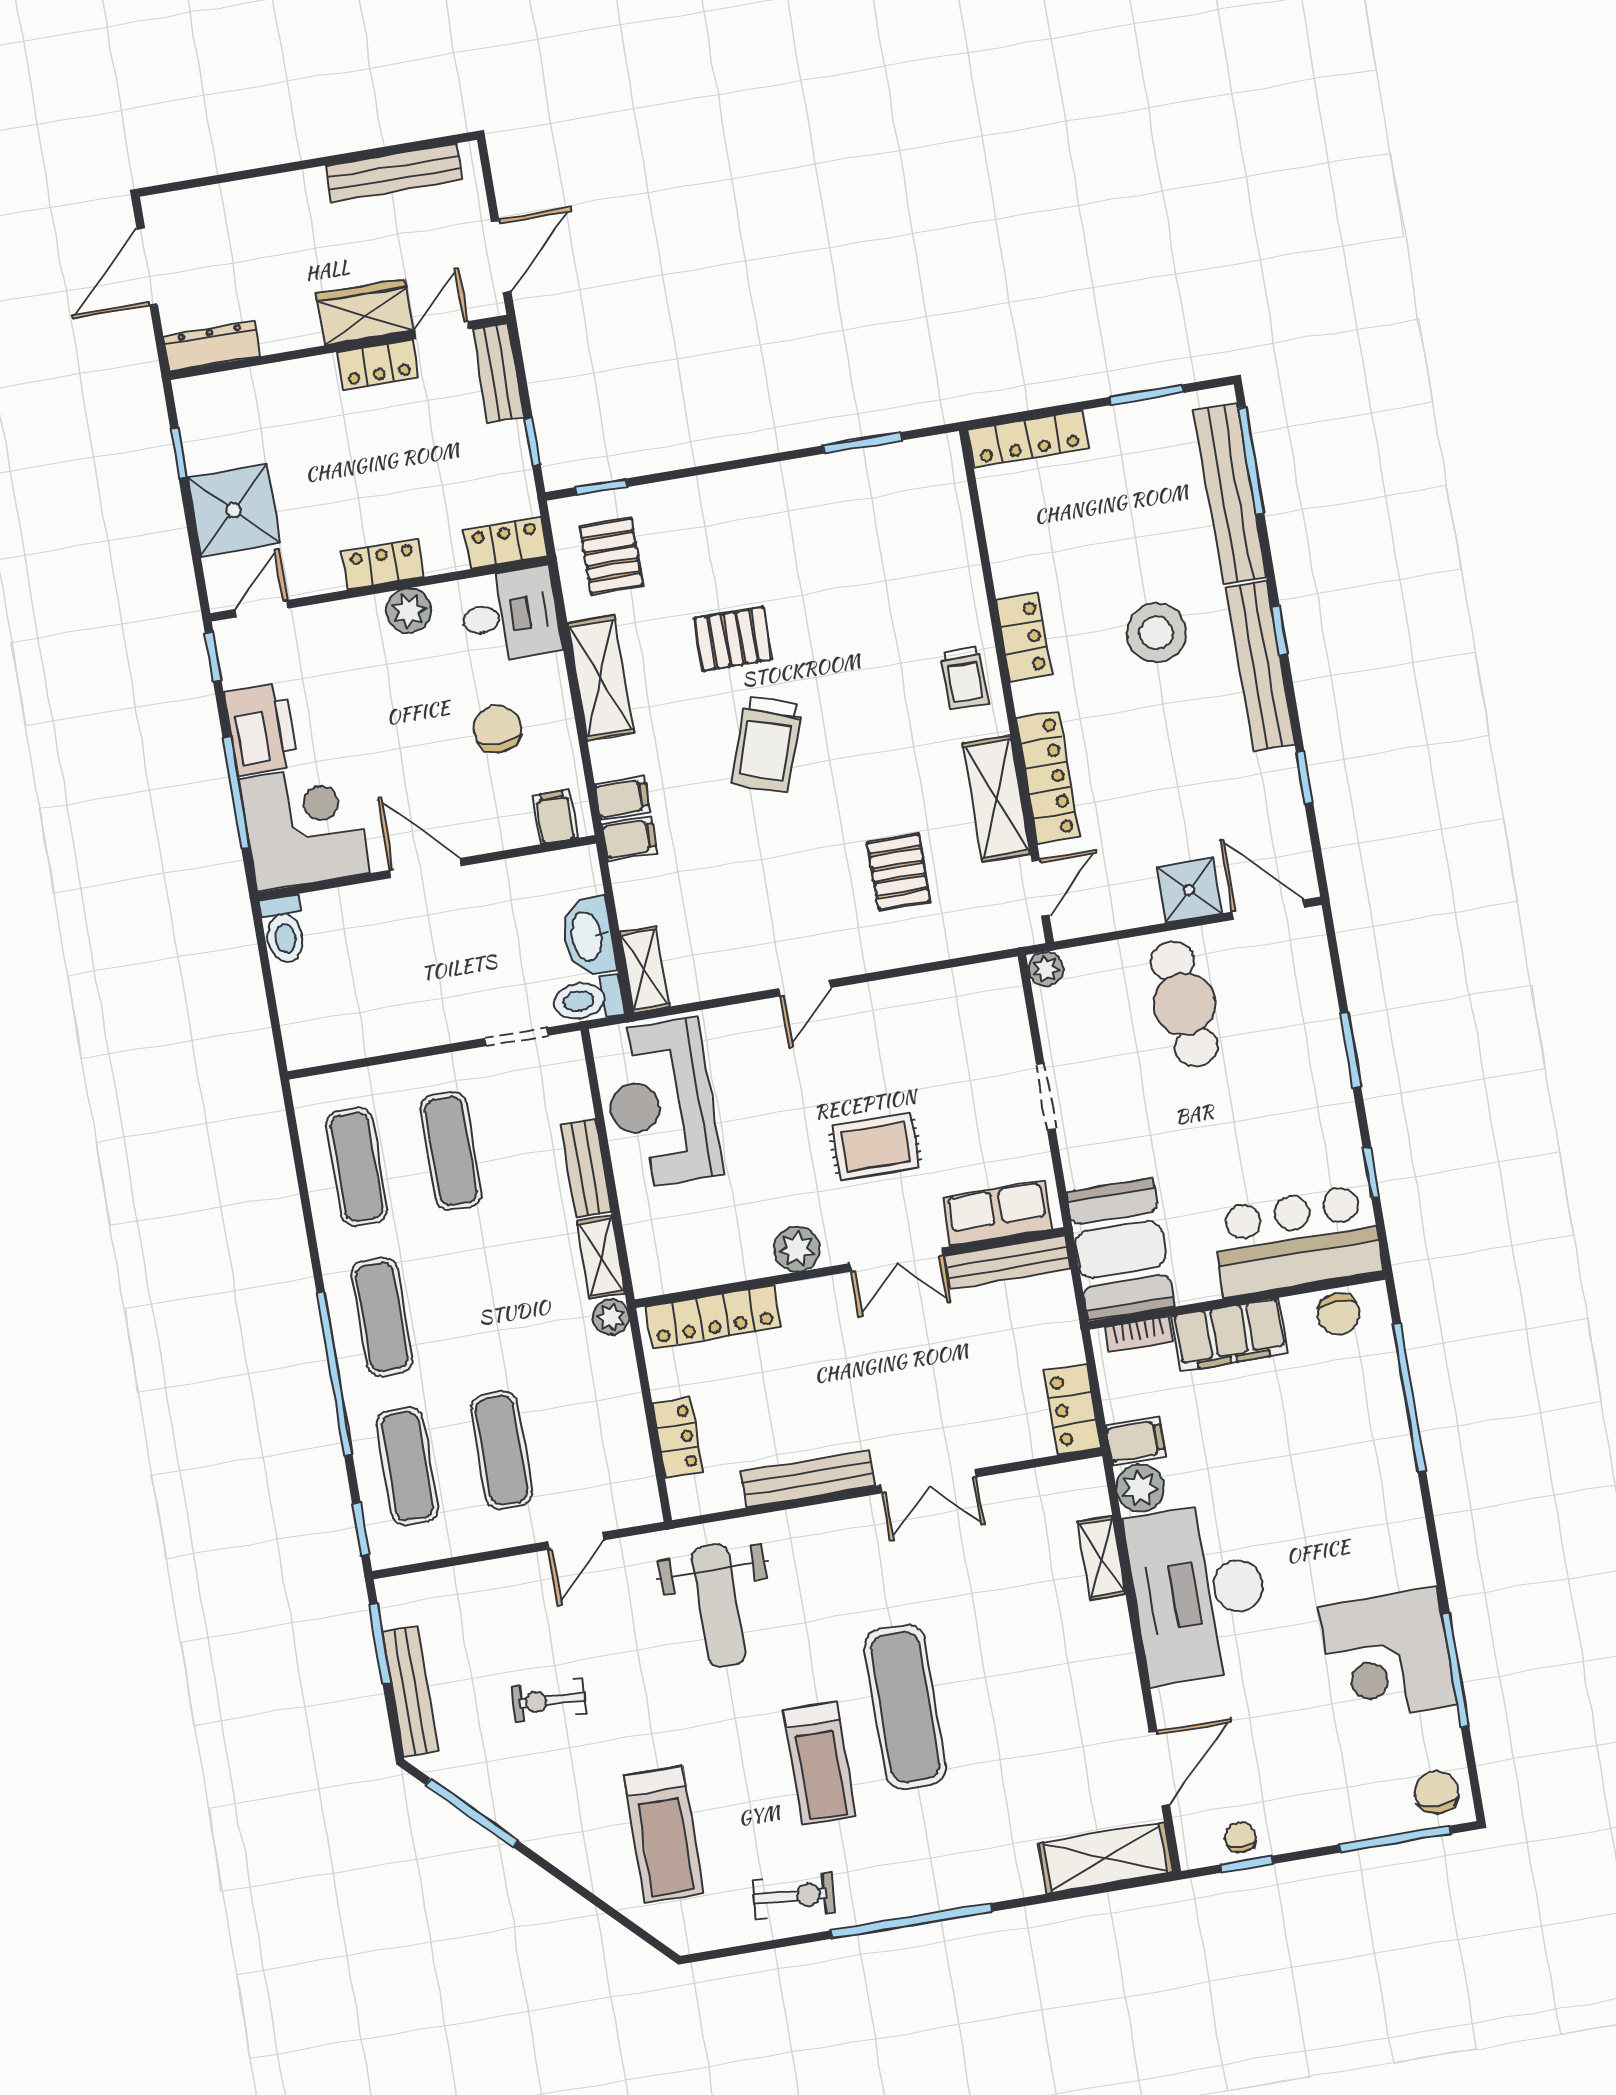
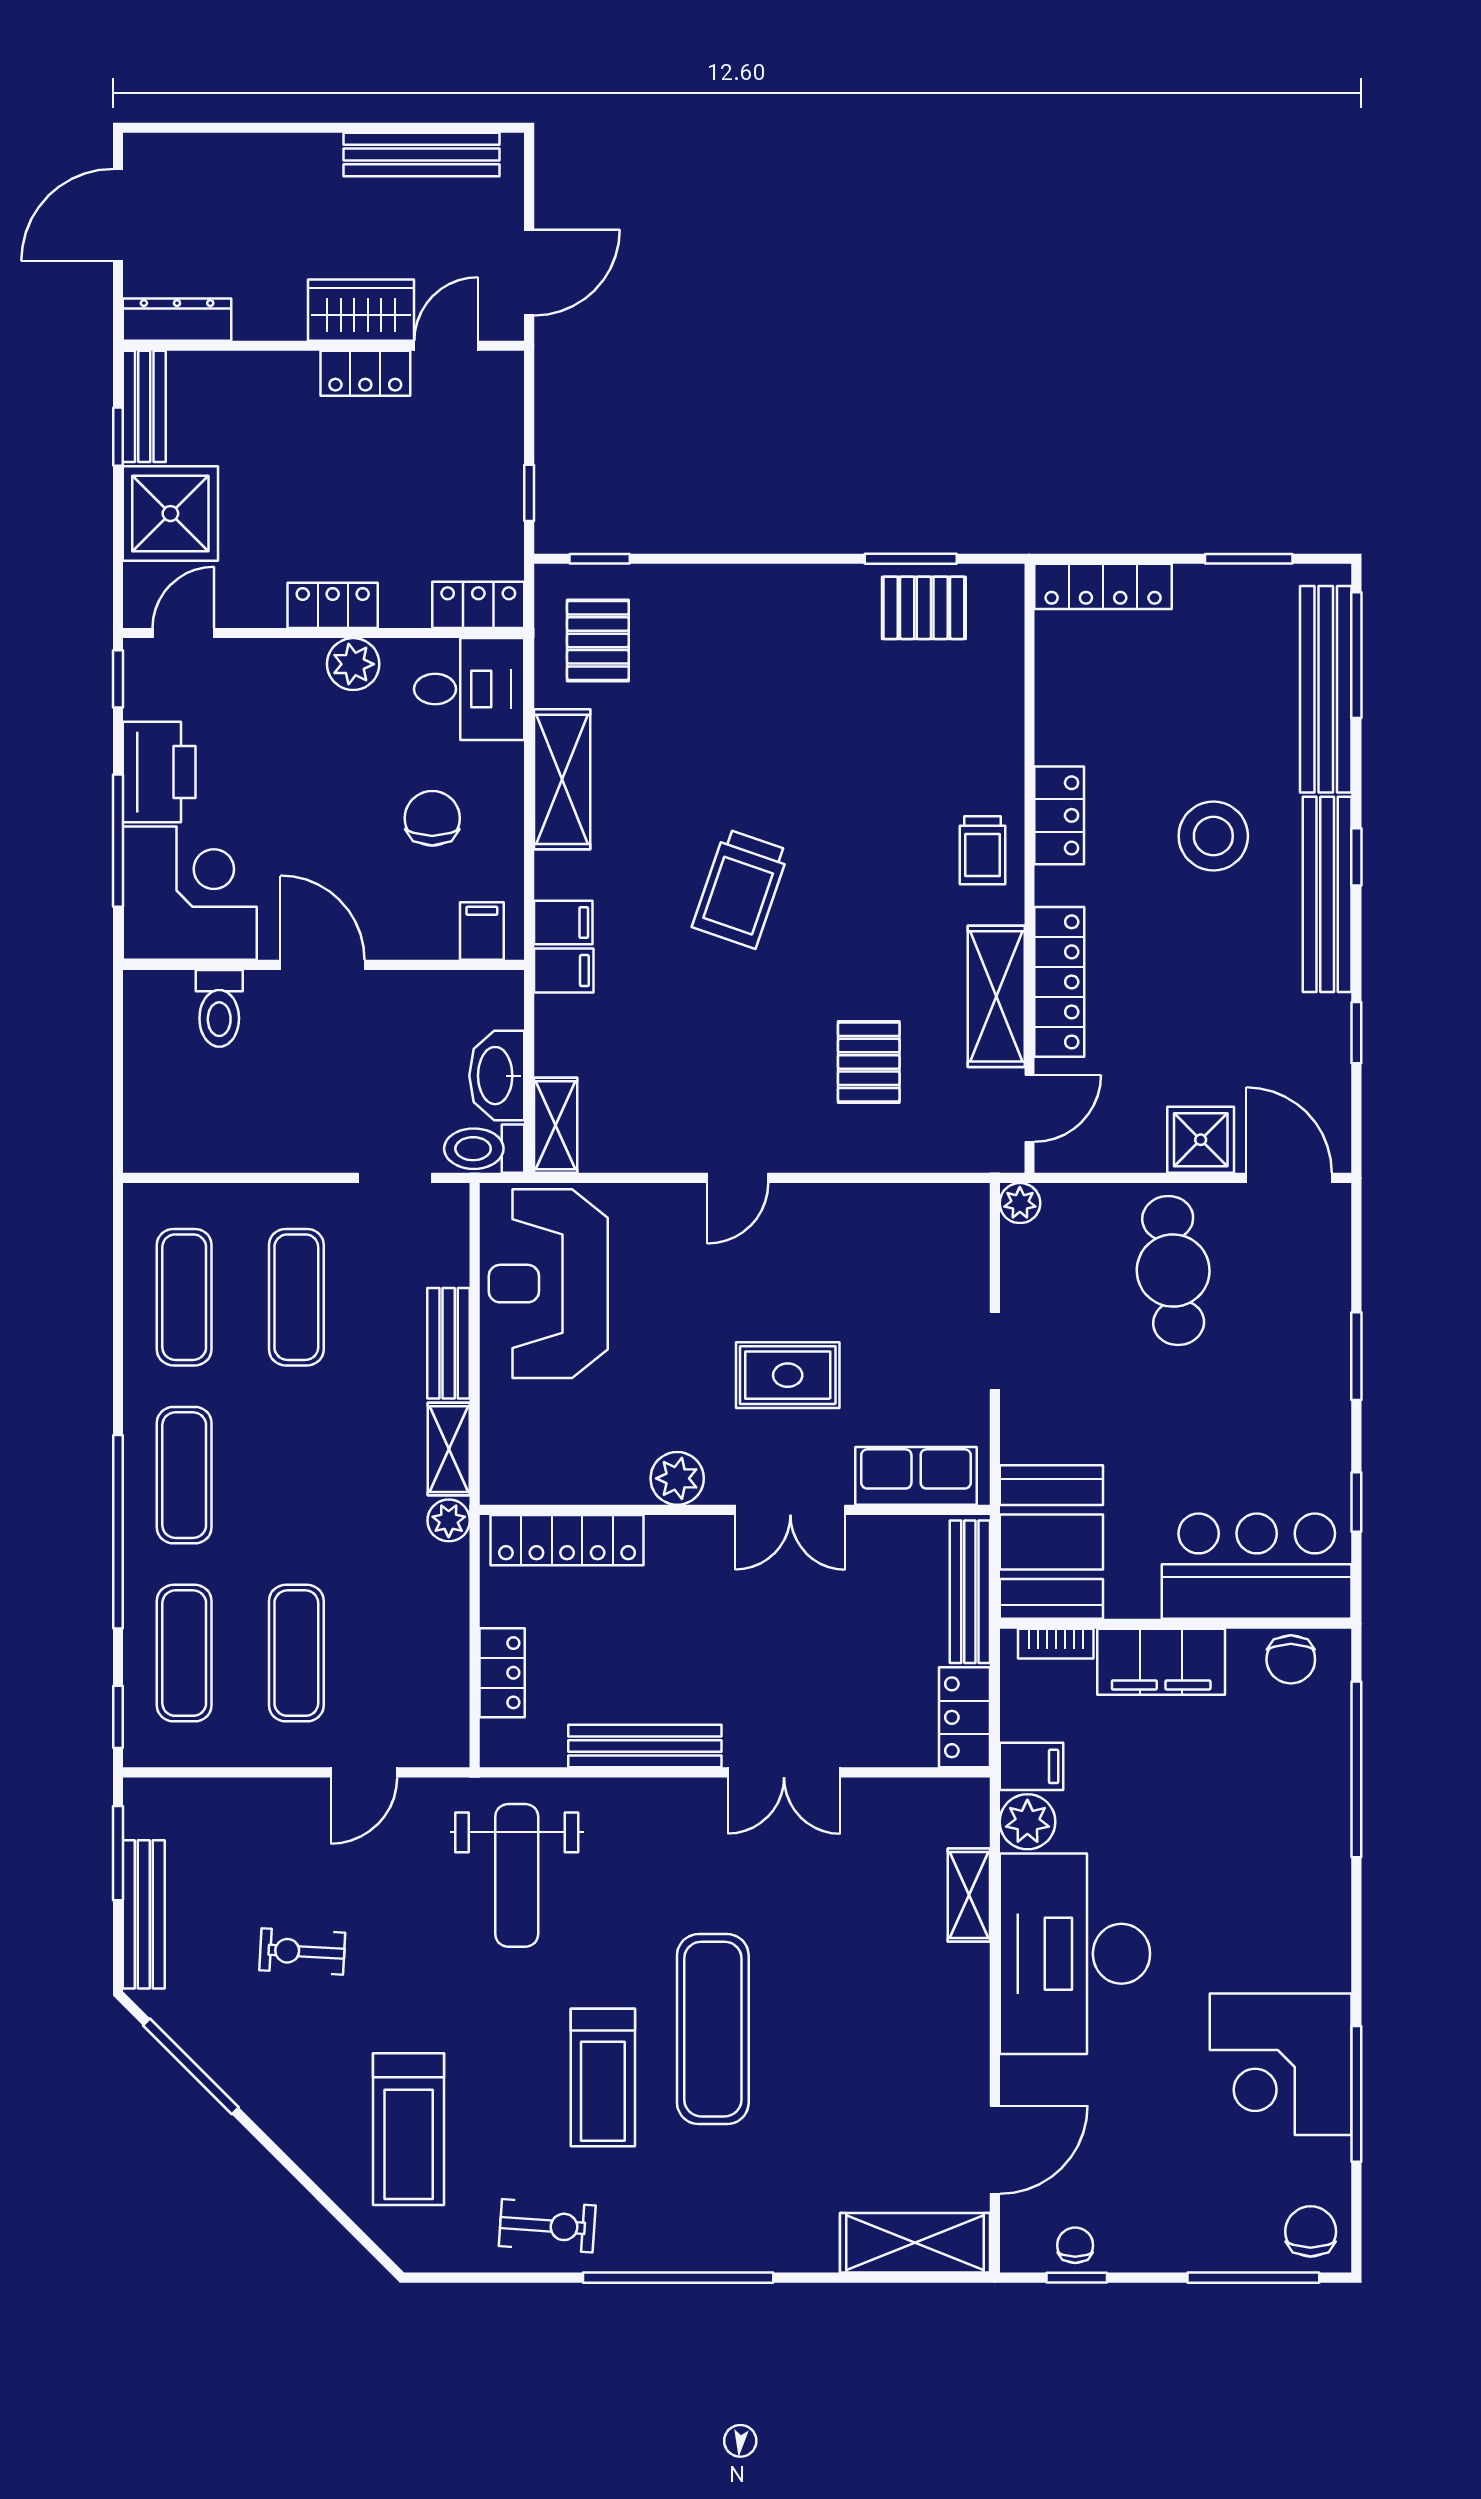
bench: (498, 373) -> (144, 406), moved
pallet: (733, 639) -> (924, 608), moved
toilet: (284, 930) -> (219, 1008), moved
bench: (1008, 1262) -> (970, 1592), moved, turned 90

